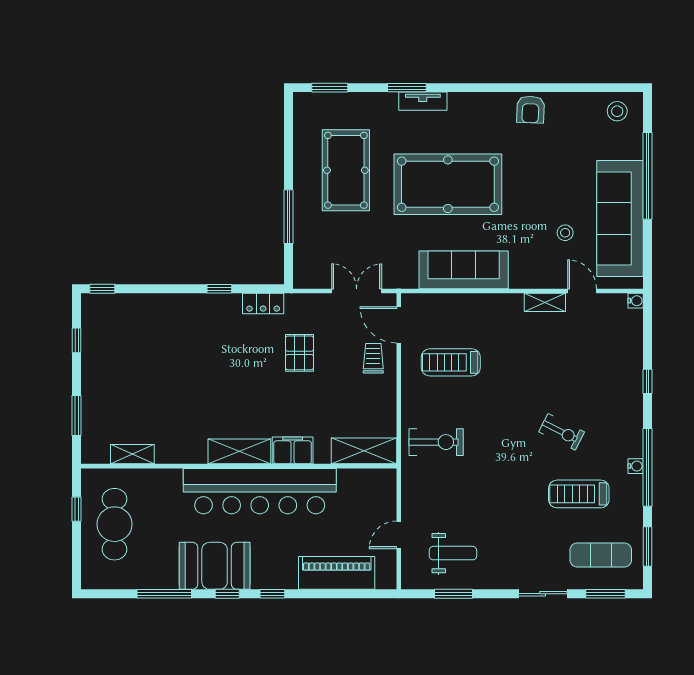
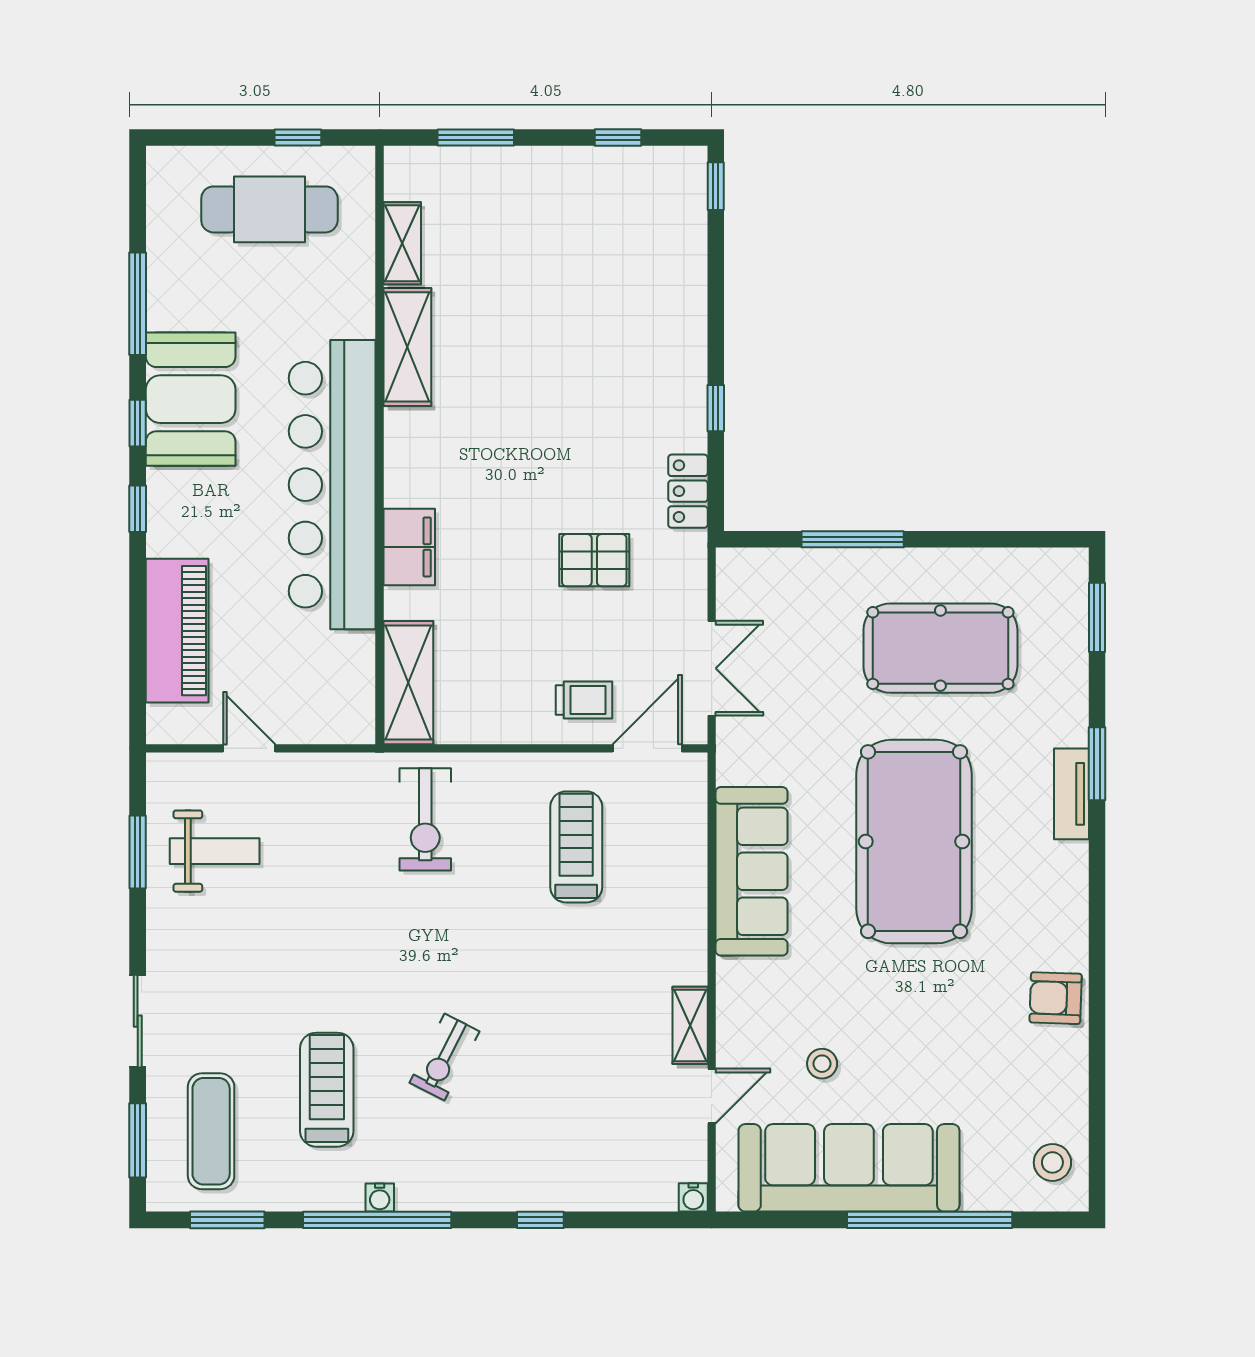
shelving: (239, 451) -> (407, 347), moved
weight bench: (453, 553) -> (215, 851), turned -90

